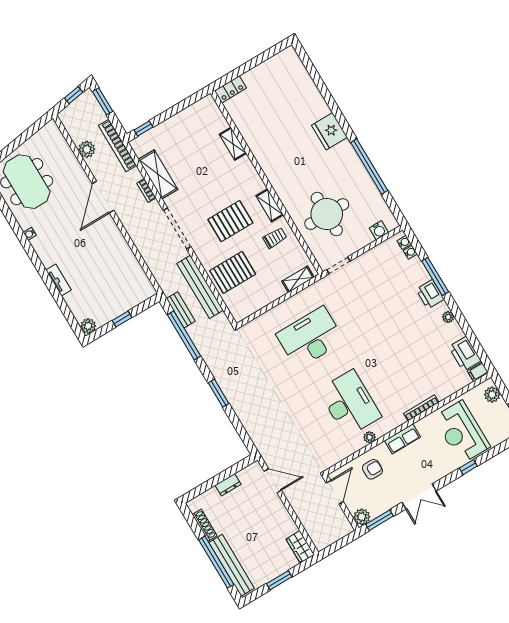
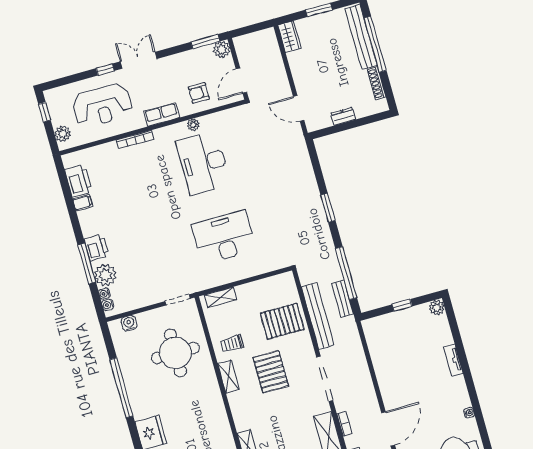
pallet: (230, 221) -> (271, 372), turned 90
plant: (448, 317) -> (105, 275), moved, width x1.88, depth x1.88
desk: (310, 338) -> (224, 237), turned 180
filing cabinet: (478, 372) -> (83, 203), moved
reception desk: (462, 432) -> (102, 105), turned 90
double door: (419, 497) -> (139, 60), moved

